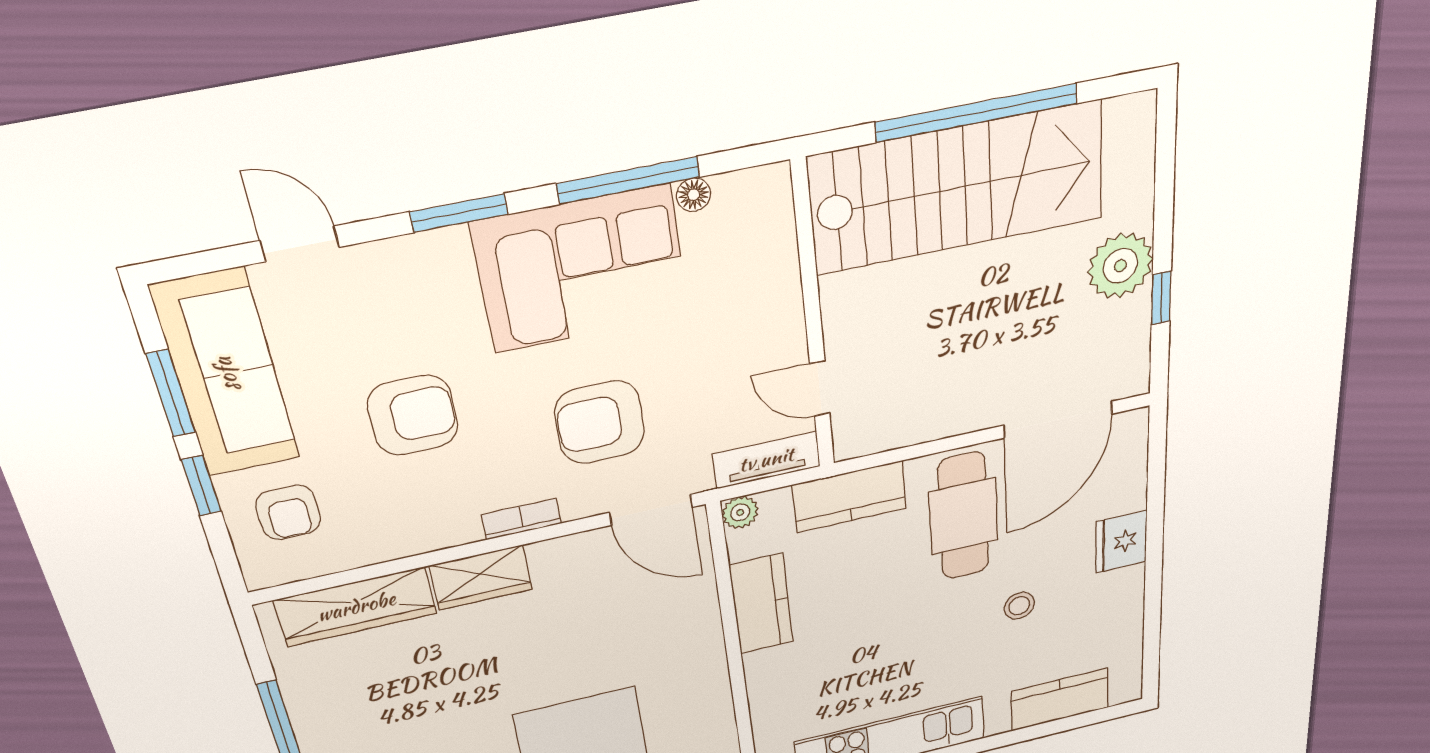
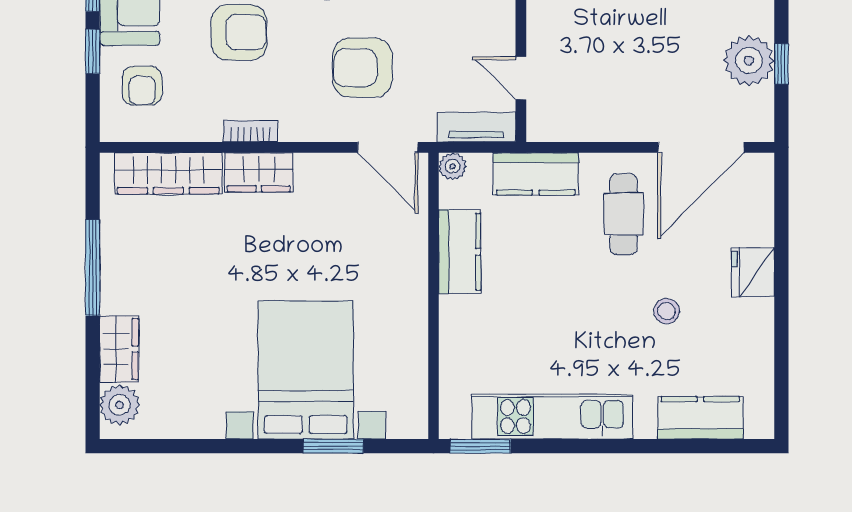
plant: (1120, 266) -> (749, 61), moved
cafe table: (964, 516) -> (624, 214), width x0.73, depth x0.74
bookcase: (521, 519) -> (251, 131), moved

